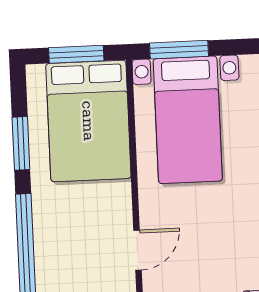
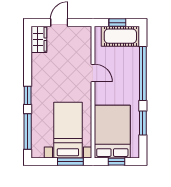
window: (76, 54) -> (116, 162), width x0.67
door: (138, 250) -> (93, 73), swing flipped

